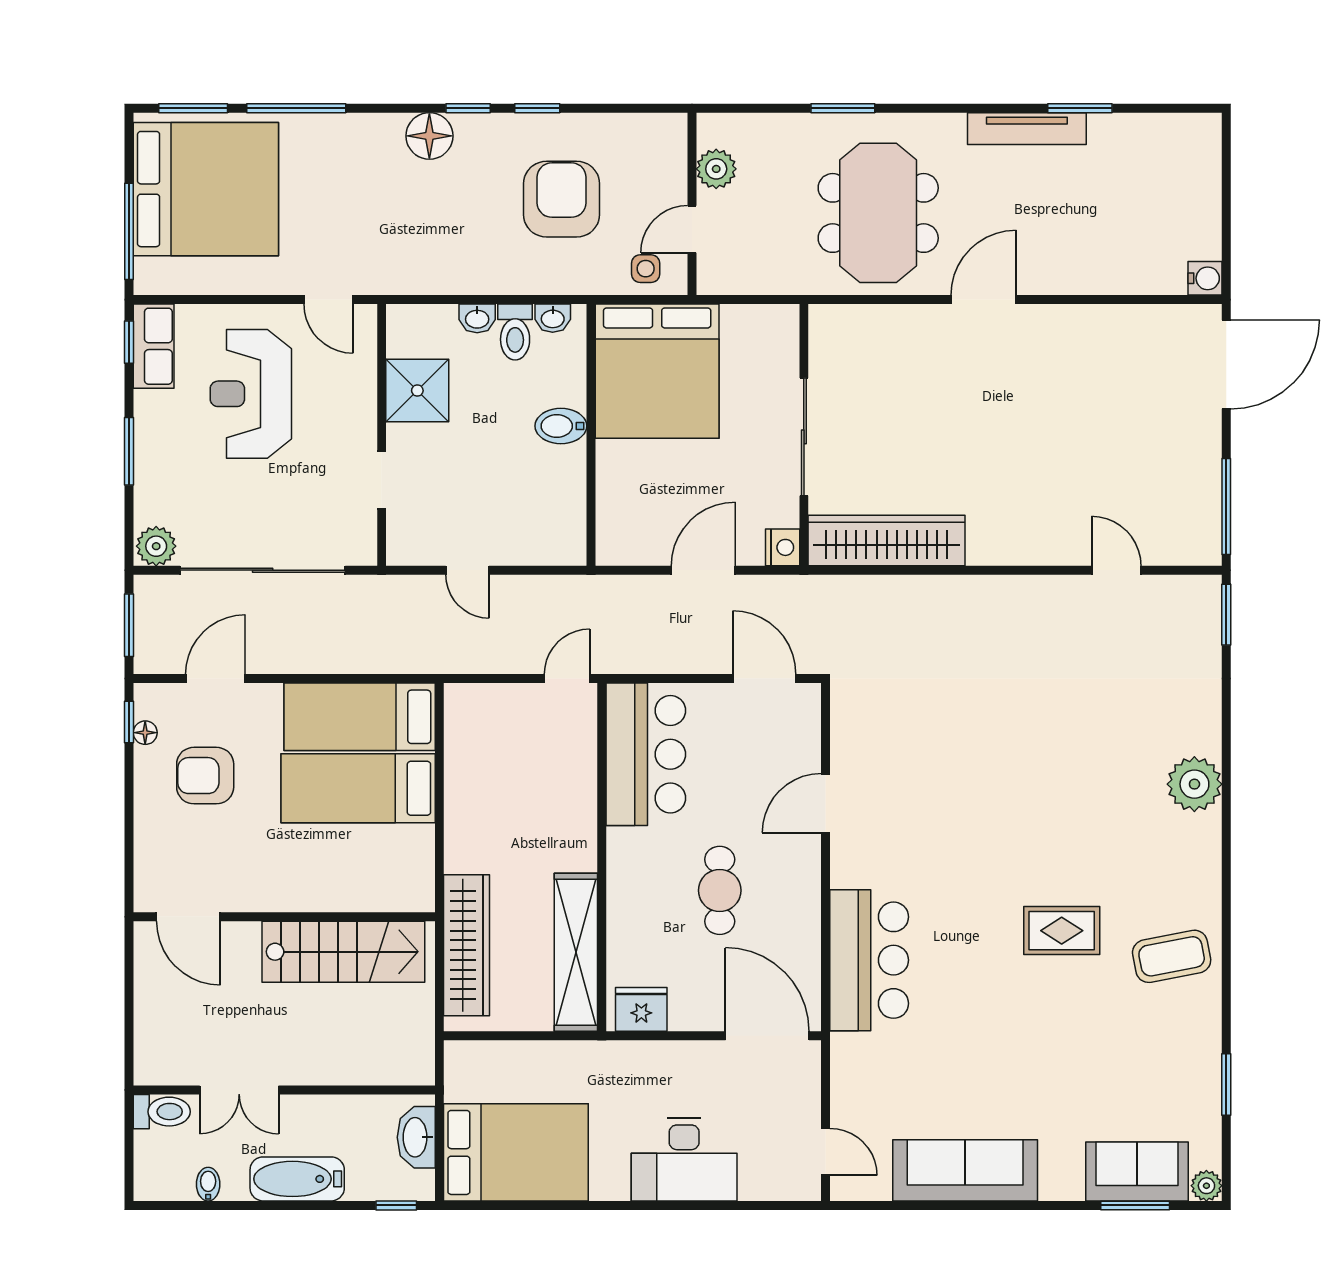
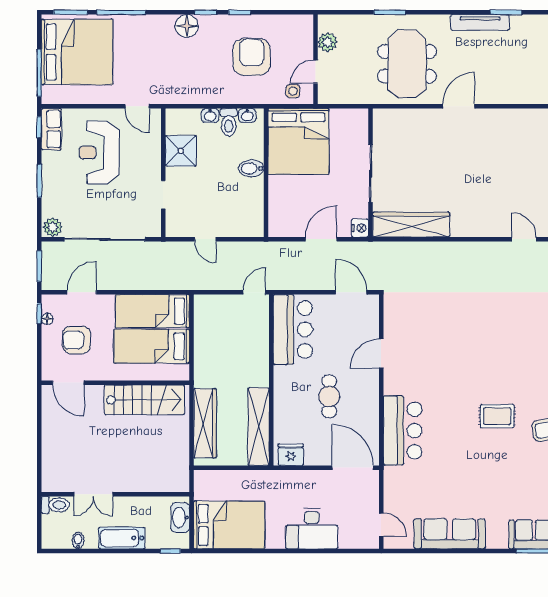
door: (188, 917) -> (68, 383), moved
wall: (284, 917) -> (115, 383), moved
stairs: (343, 952) -> (144, 400), moved

